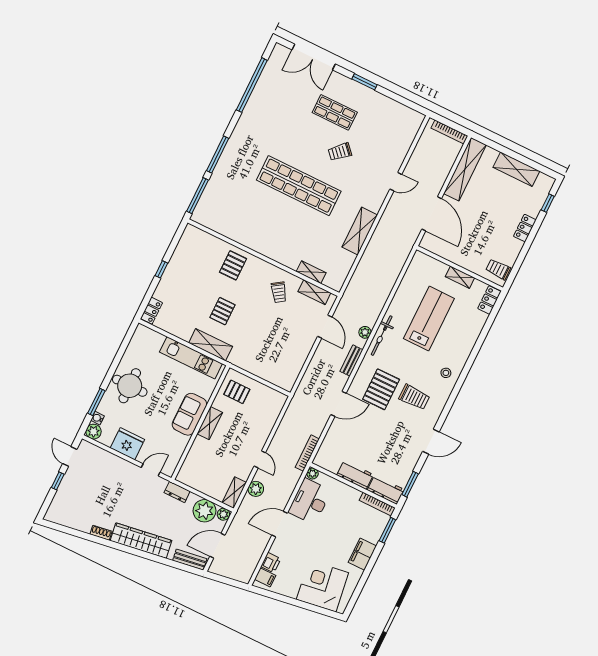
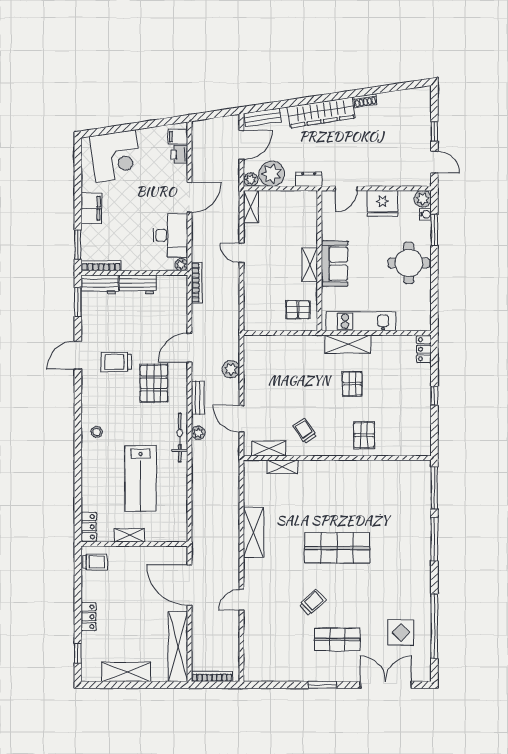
display table: (281, 93) -> (401, 632), added
shop shelf: (299, 186) -> (337, 548), width x0.71
trolley: (414, 397) -> (117, 362), moved
plant: (256, 489) -> (231, 369), moved

